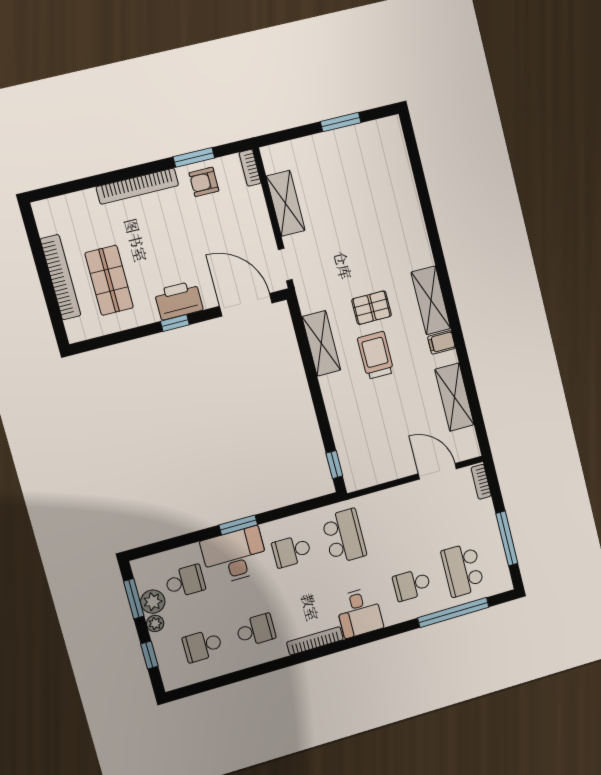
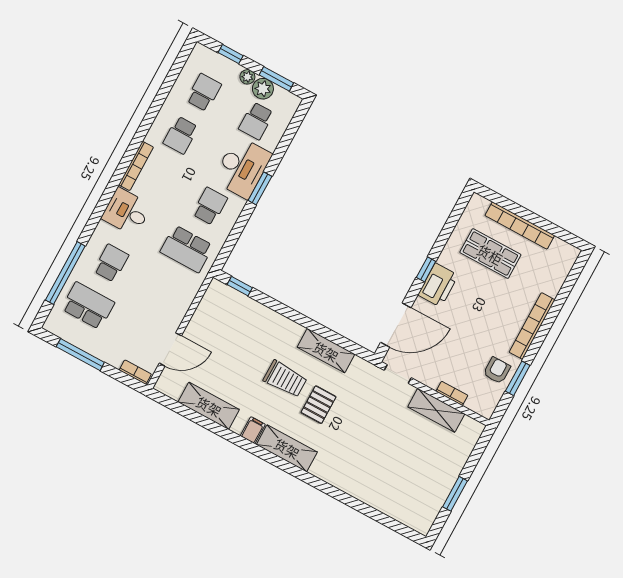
bookcase: (250, 168) -> (452, 393), moved

